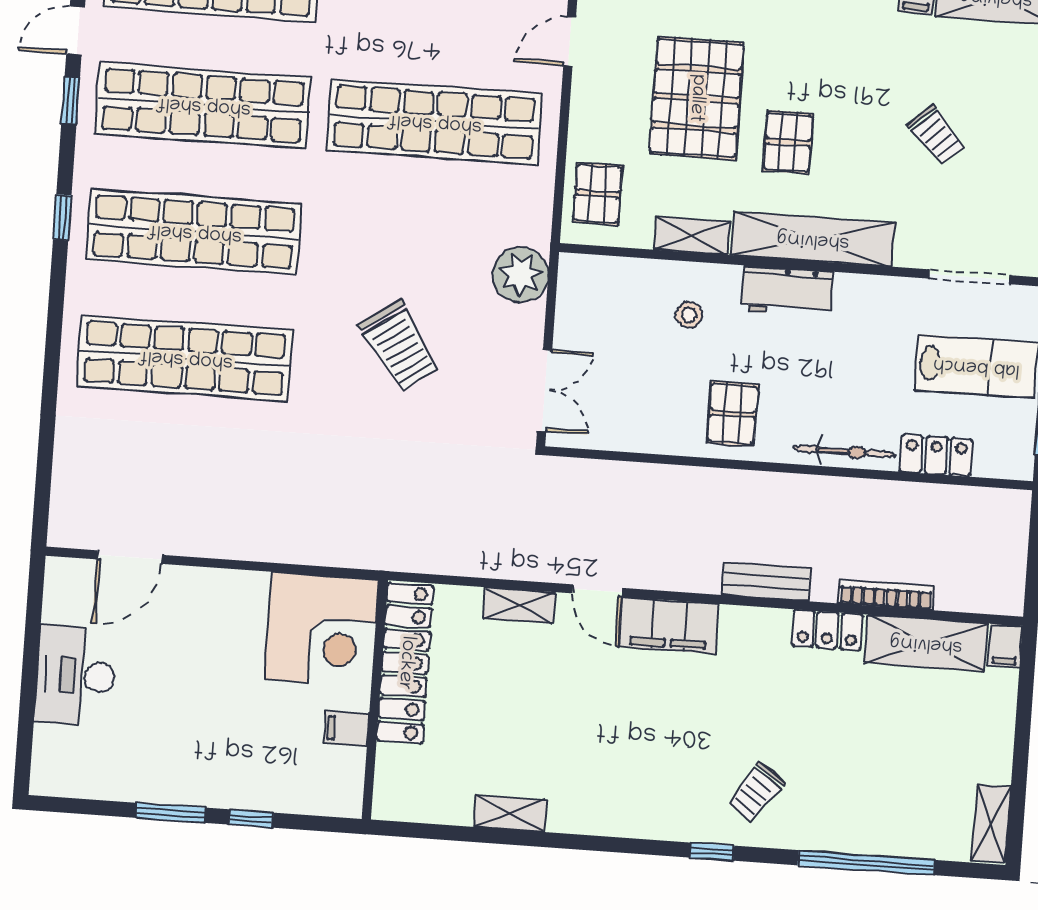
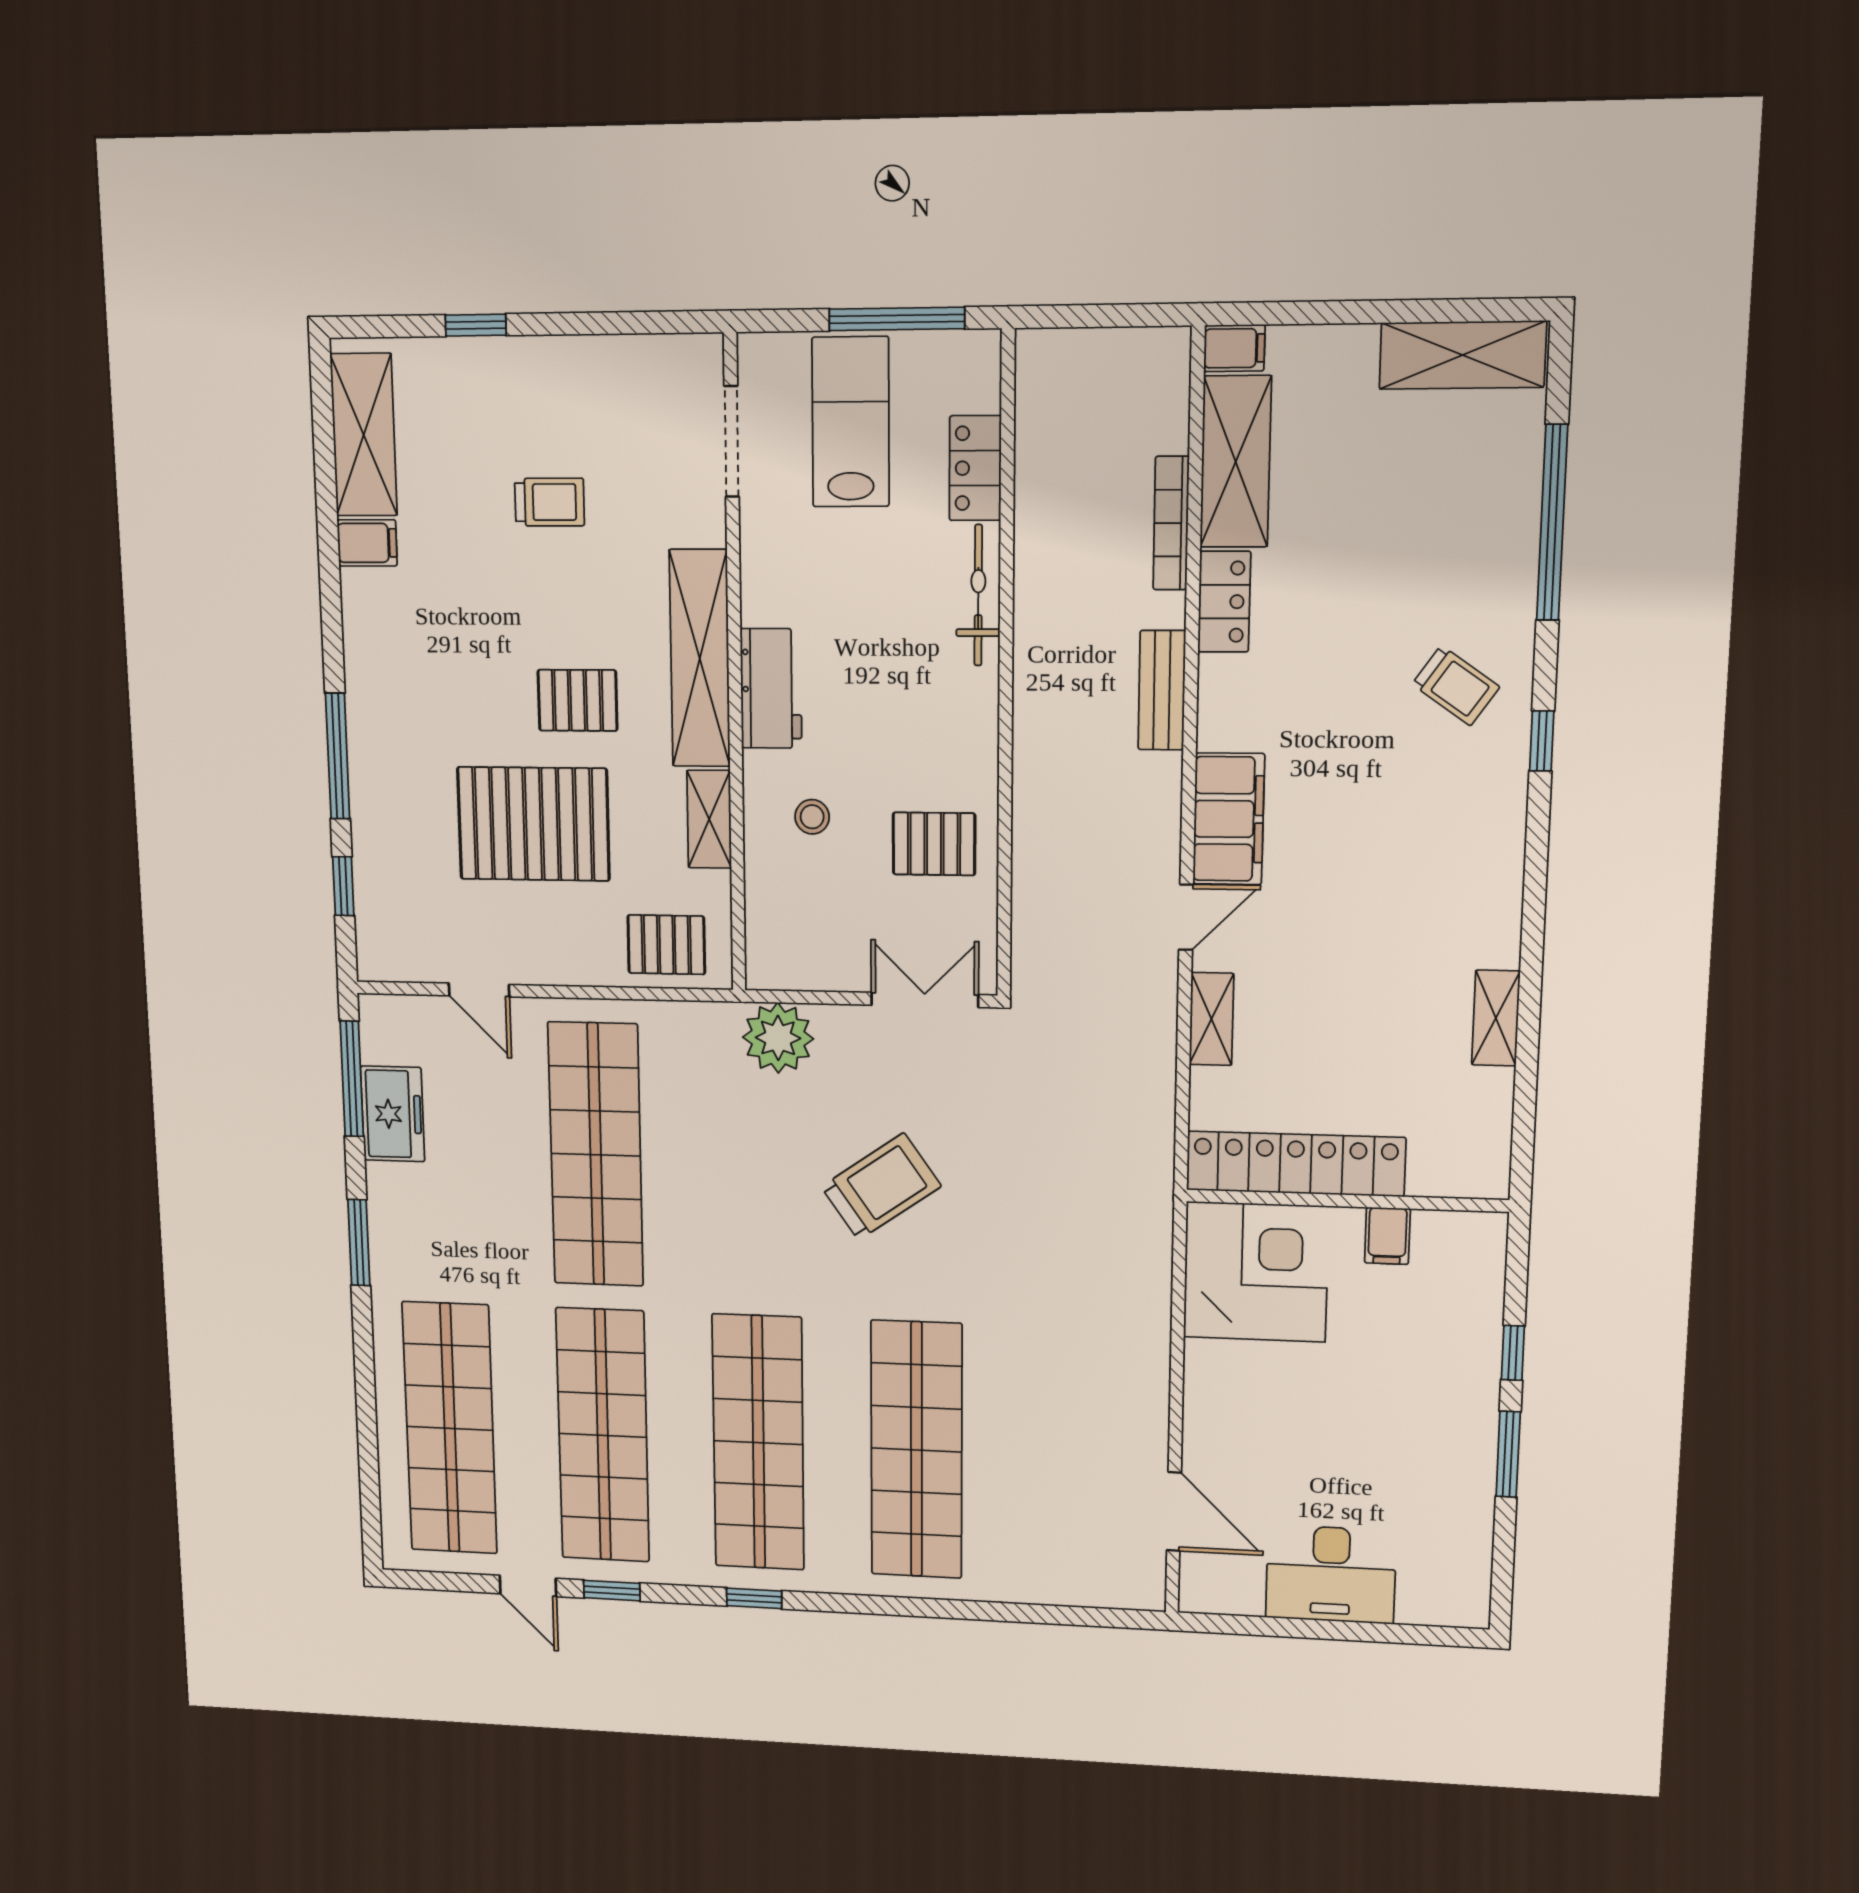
trolley: (936, 135) -> (550, 502), turned 43
pallet: (733, 414) -> (934, 844), moved
shelving: (991, 824) -> (1463, 355), width x1.50, depth x1.33

